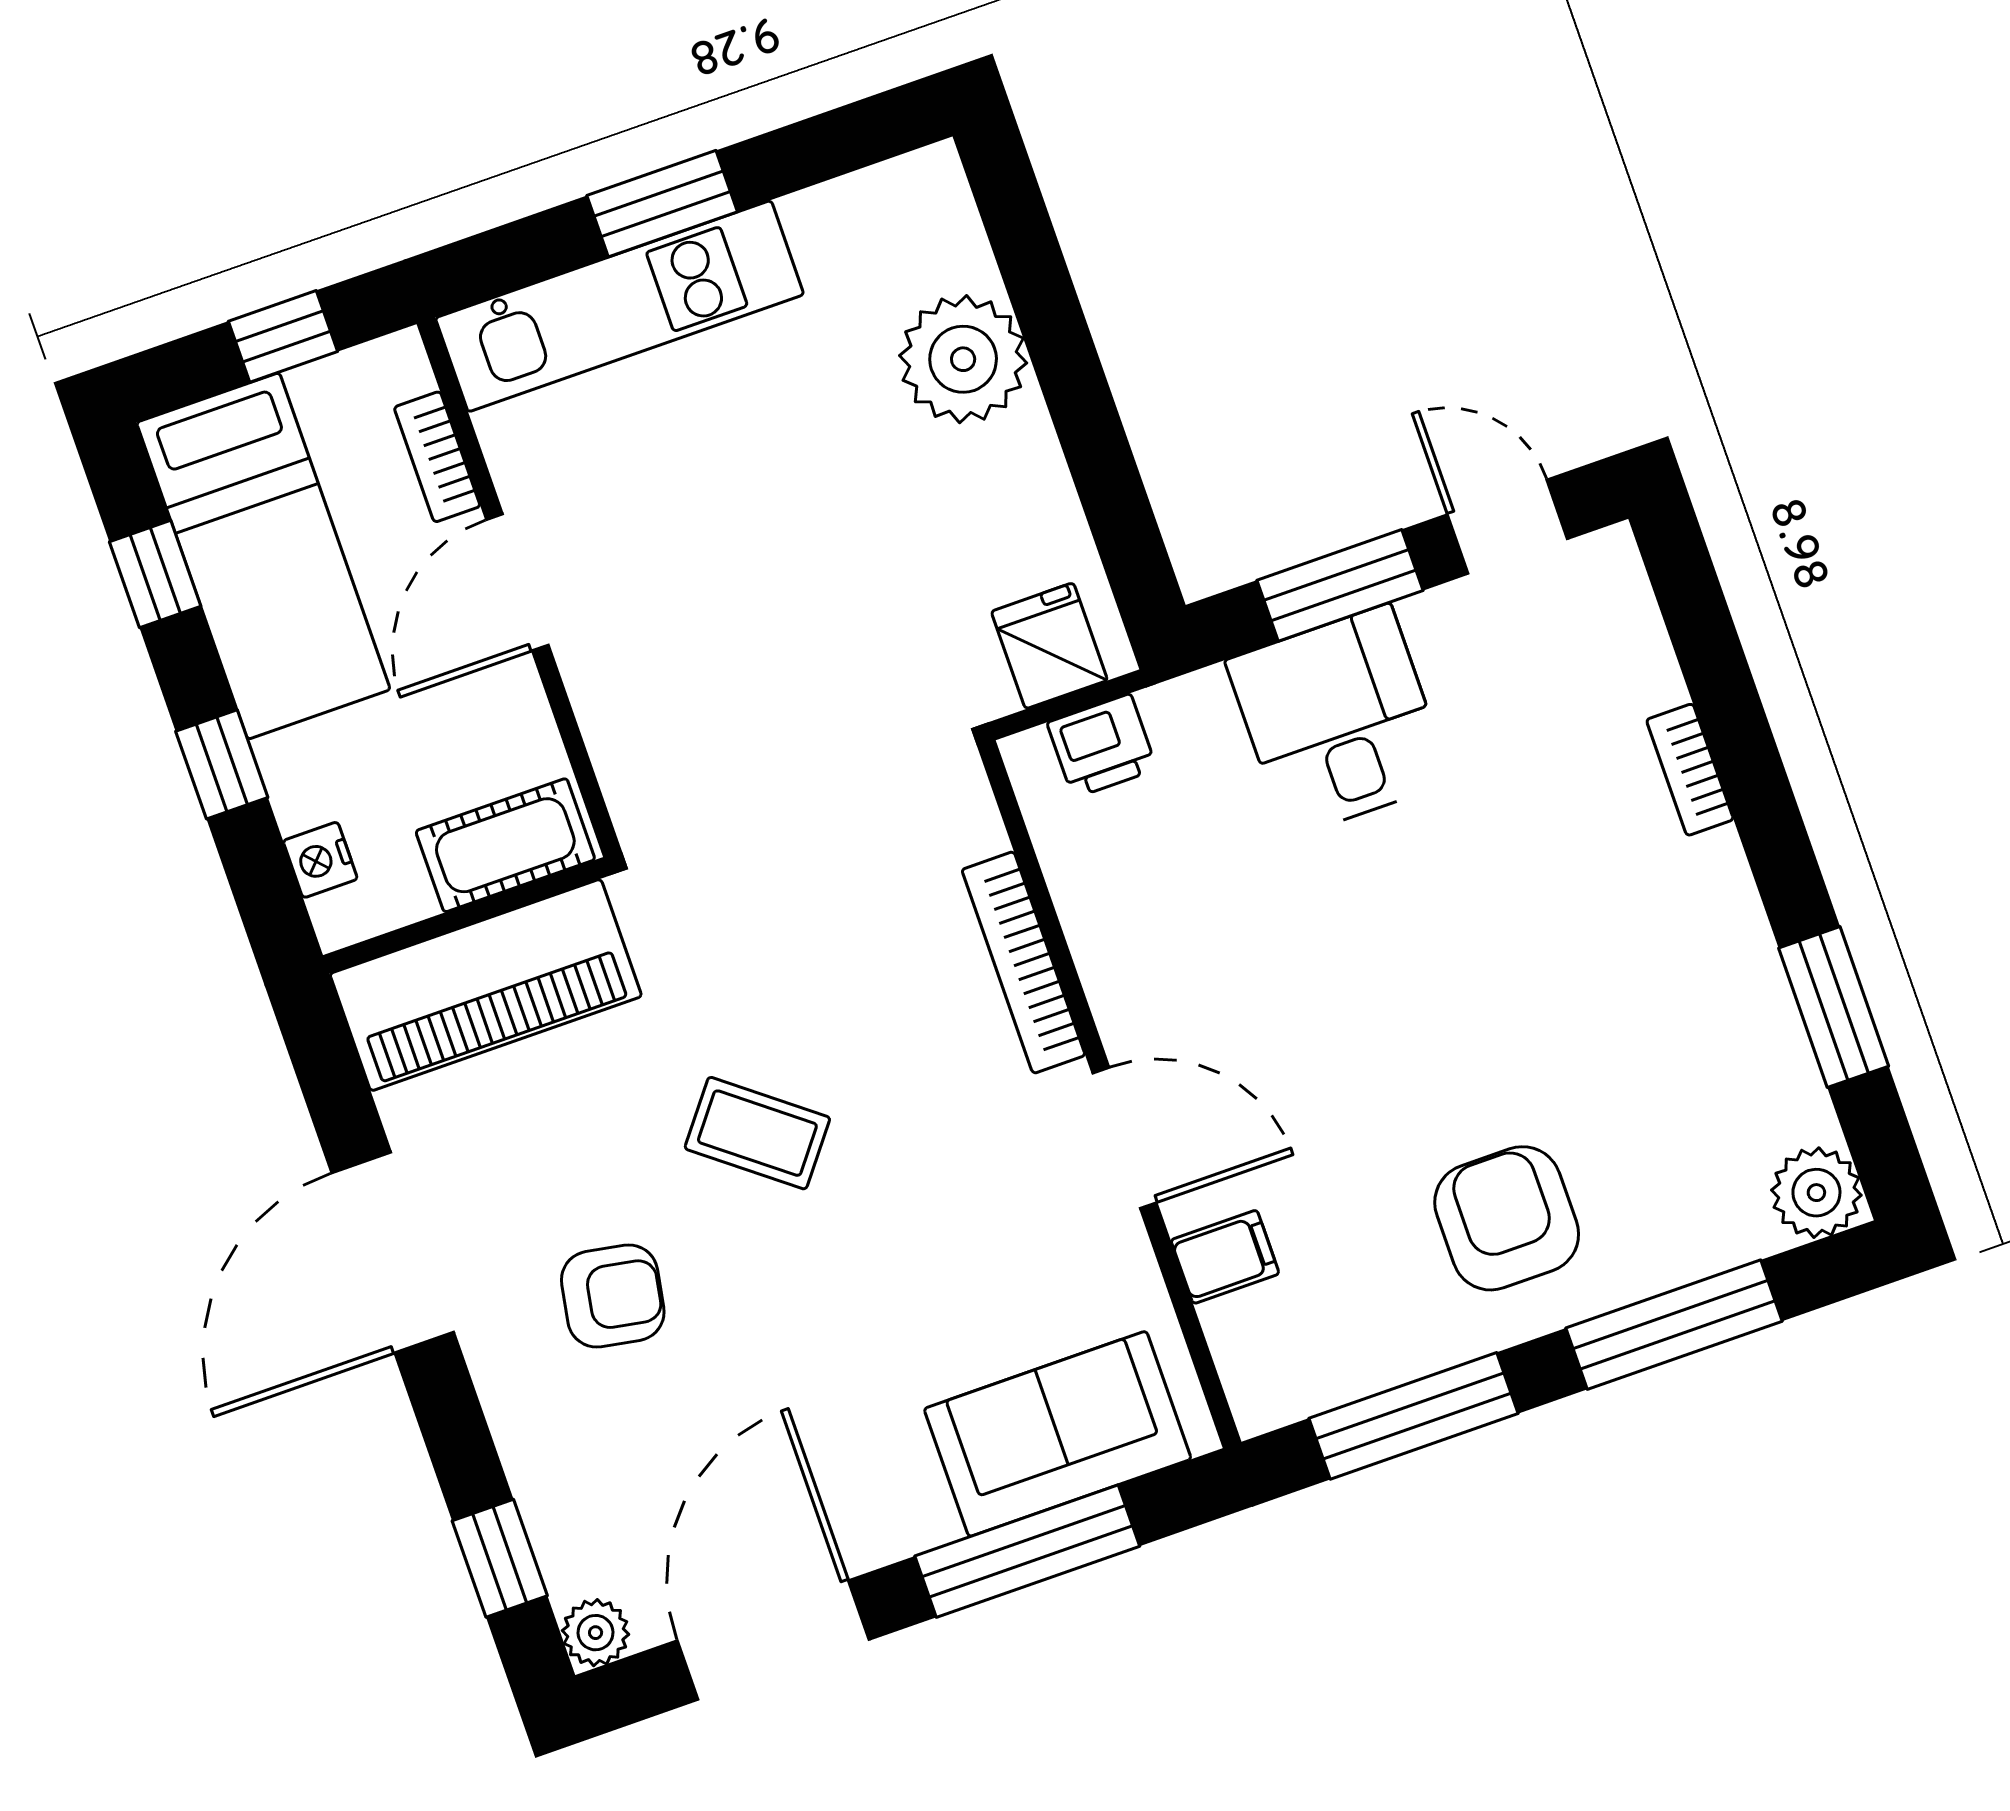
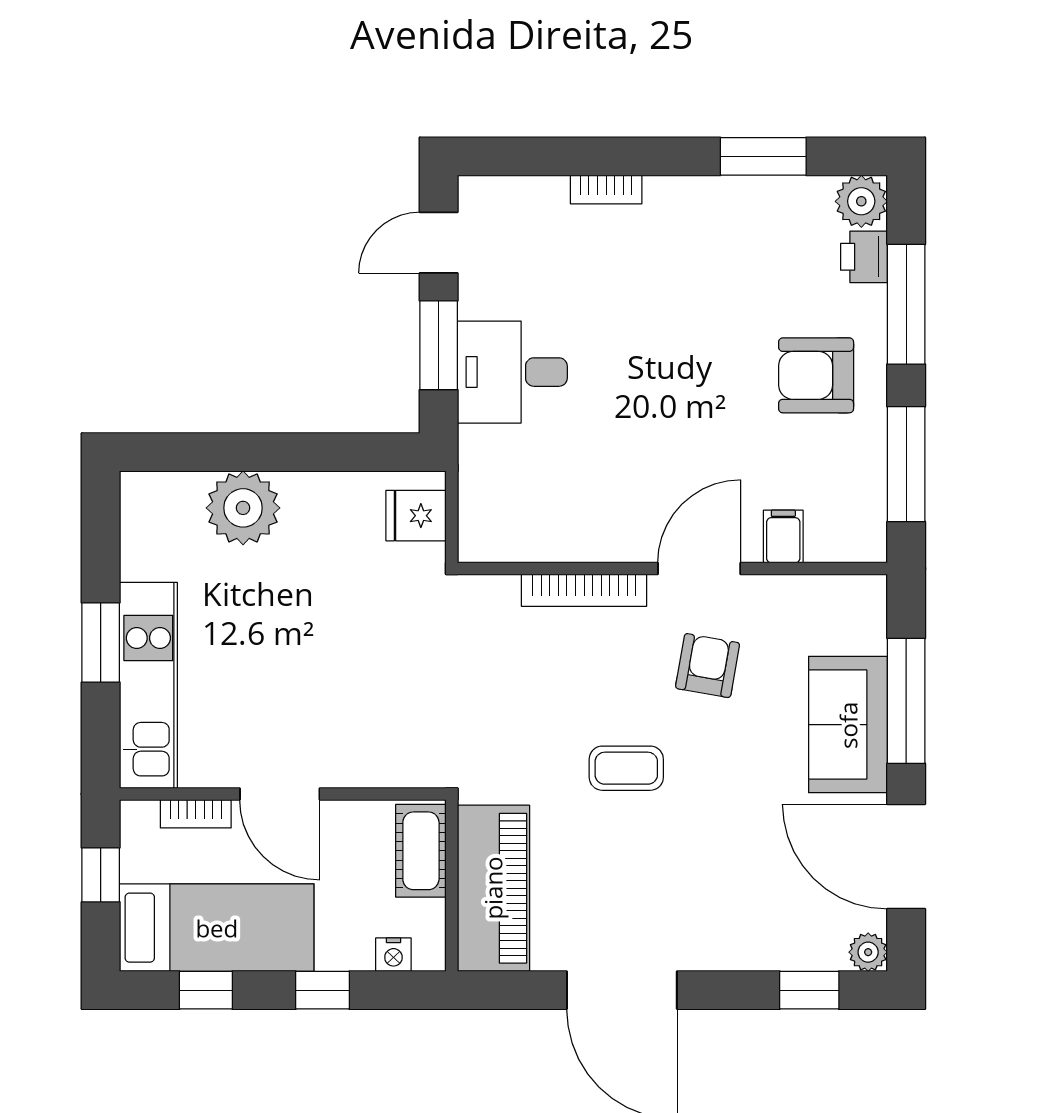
printer: (1102, 746) -> (864, 257), moved, turned 180
coffee table: (757, 1133) -> (626, 768), turned 52
armchair: (613, 1296) -> (708, 666), moved
sofa: (1058, 1434) -> (848, 725), moved

